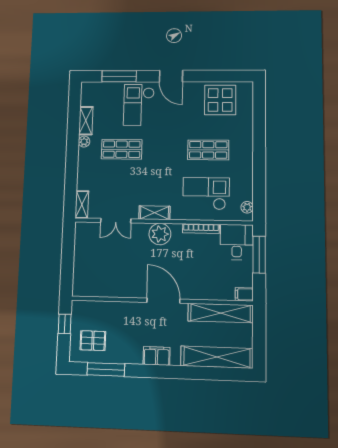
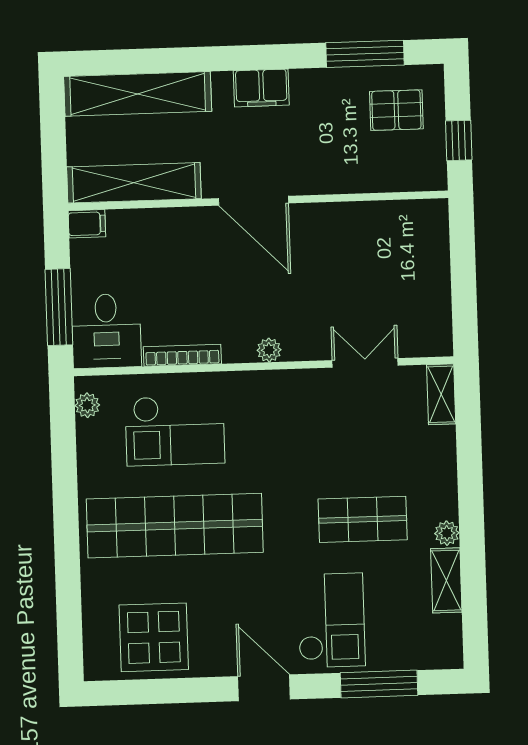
shop shelf: (208, 150) -> (175, 526), width x2.00, depth x1.36
shelving: (154, 213) -> (283, 384), removed
plant: (160, 234) -> (269, 350), width x0.53, depth x0.53

